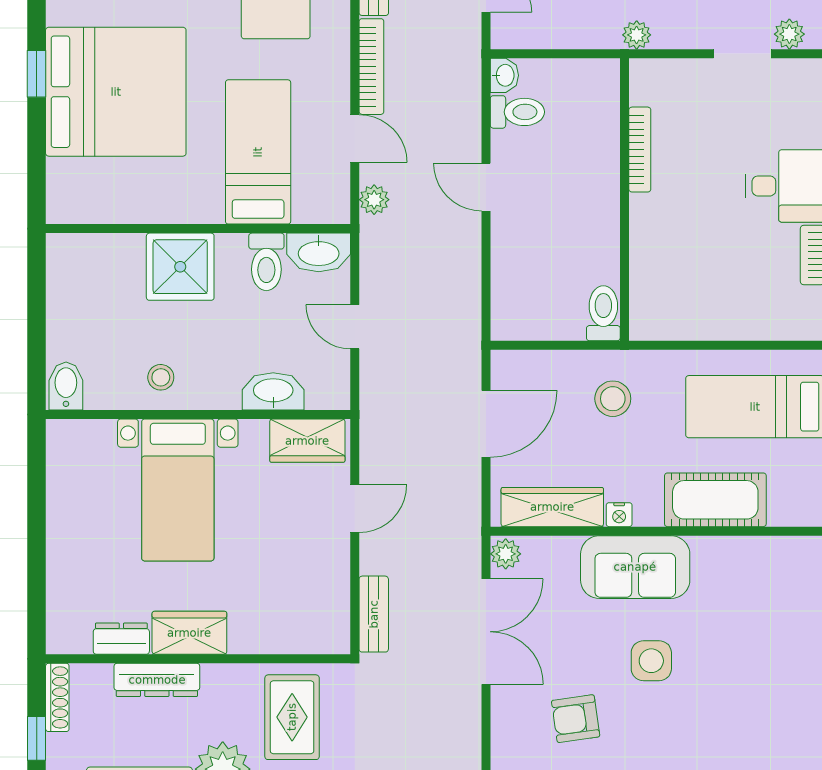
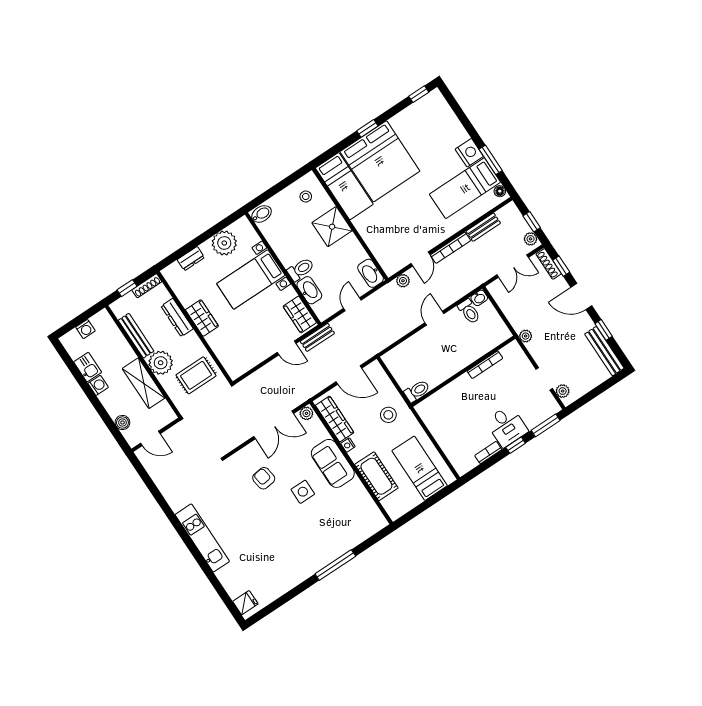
bed: (258, 152) -> (344, 186), moved, turned 90
toilet: (266, 262) -> (301, 269), moved, turned 180
stool: (161, 377) -> (306, 196), moved
plant: (74, 494) -> (224, 243), added
bench: (374, 614) -> (317, 337), moved
dresser: (121, 639) -> (191, 259), moved, turned 90

